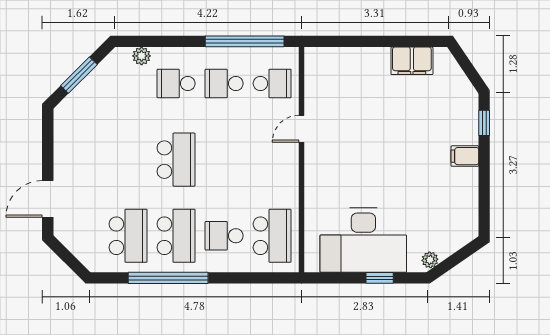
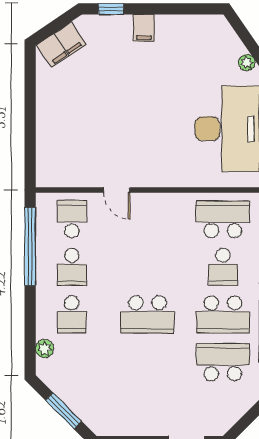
filing cabinet: (412, 61) -> (61, 45), moved, turned 56
school desk: (176, 160) -> (147, 314), turned 180
school desk: (176, 236) -> (223, 314), turned 180

